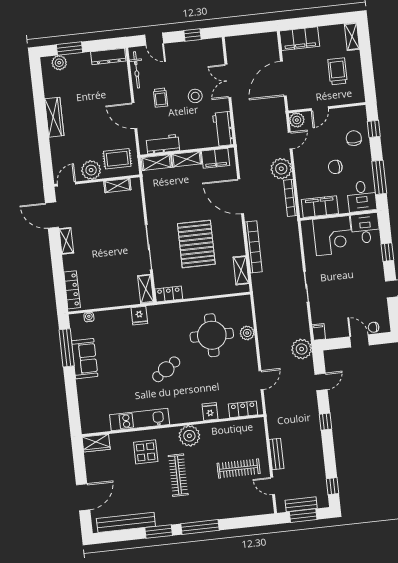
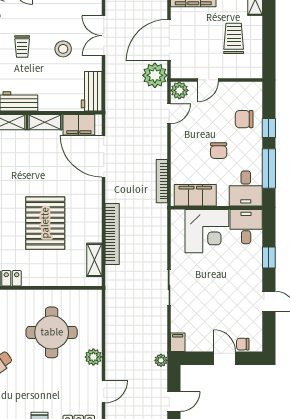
window: (374, 129) -> (269, 128), moved
chair: (354, 138) -> (244, 119), turned -90
chair: (335, 167) -> (219, 151), turned -90
plant: (281, 169) -> (155, 75), moved
door: (241, 196) -> (104, 156), moved
plant: (247, 333) -> (93, 357), moved
plant: (302, 349) -> (161, 360), width x0.53, depth x0.53

